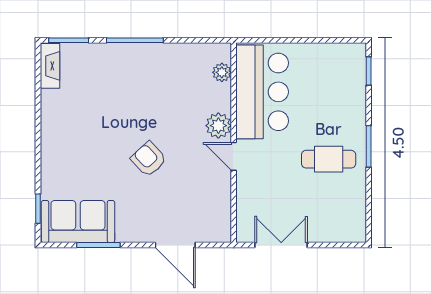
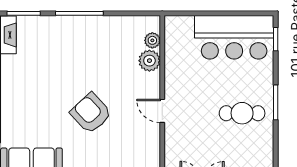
bar counter: (262, 92) -> (234, 37), moved, turned 90
plant: (218, 126) -> (149, 61), moved
armchair: (149, 159) -> (91, 113), width x1.38, depth x1.38

